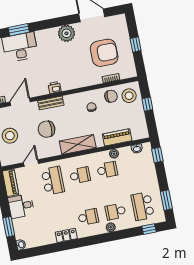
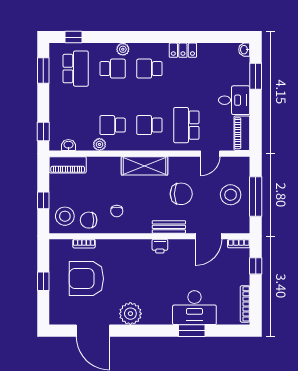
piano: (117, 137) -> (68, 165), moved

